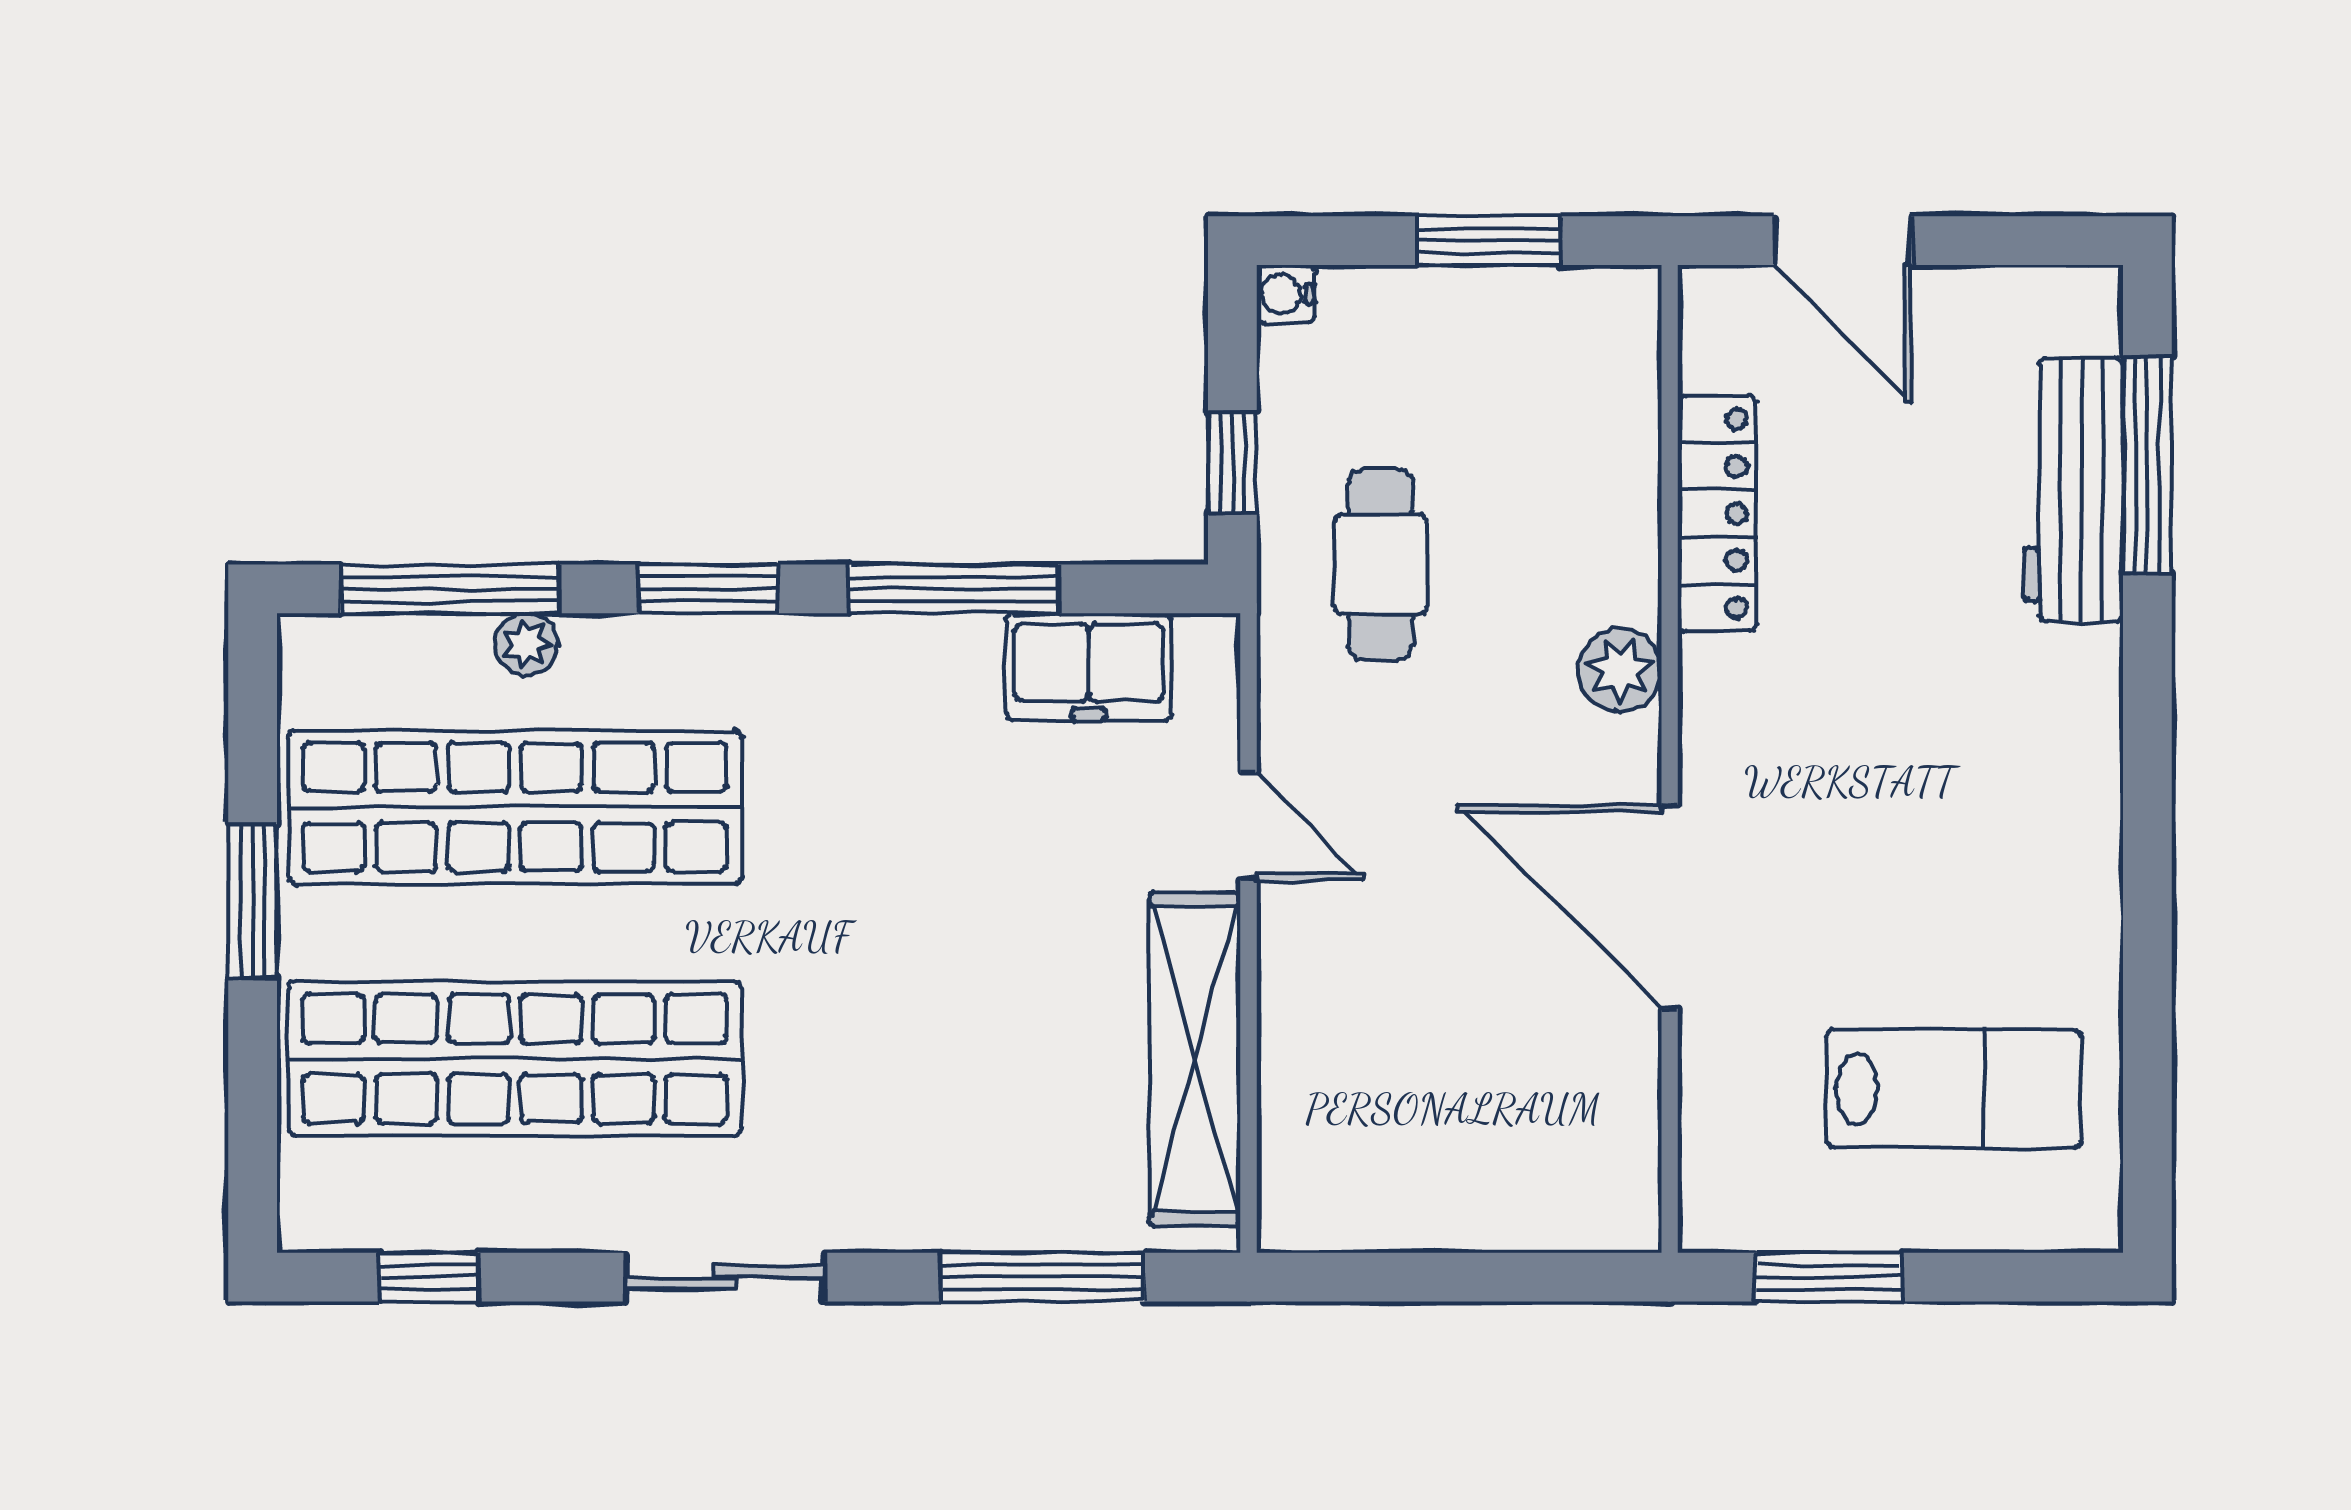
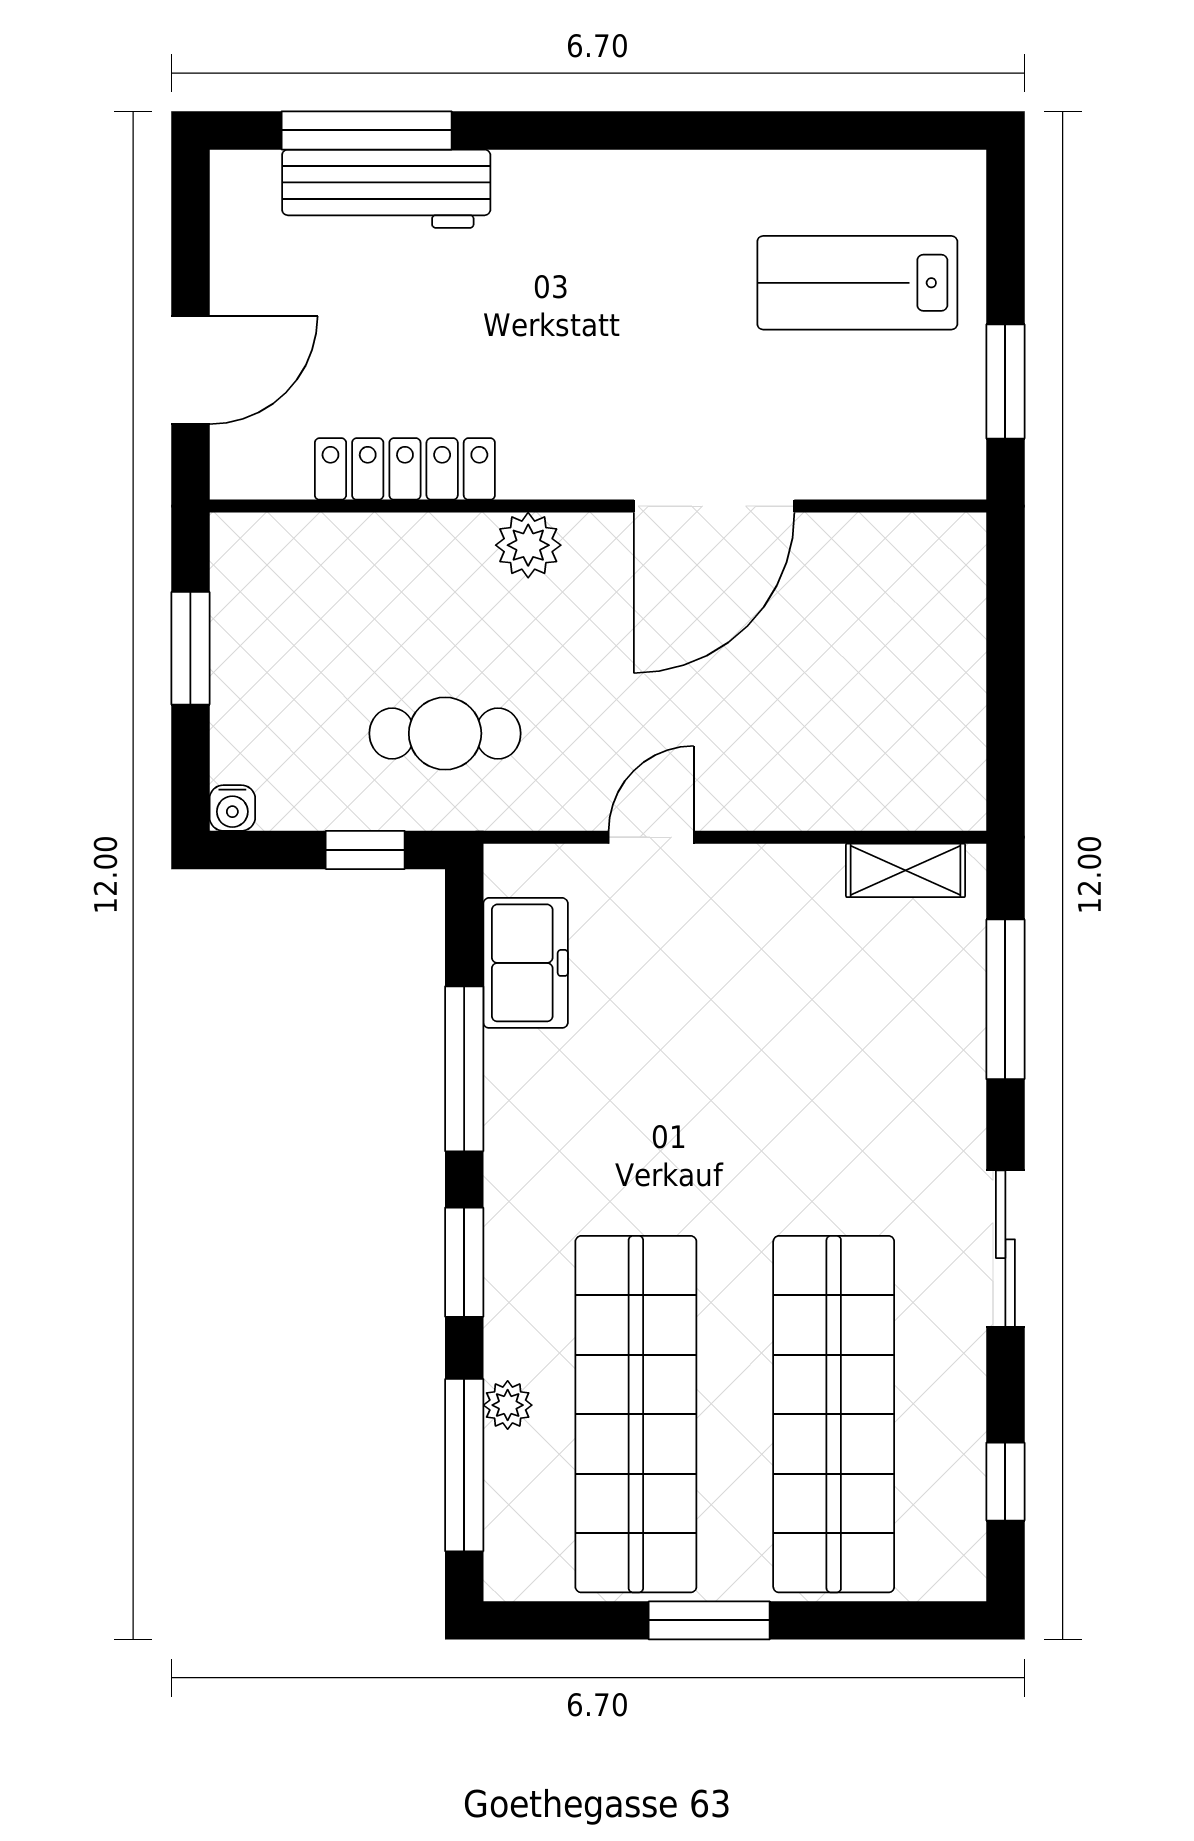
shelving: (1195, 1059) -> (906, 870), width x0.45, depth x0.75
lab bench: (1954, 1089) -> (857, 283), turned -90

